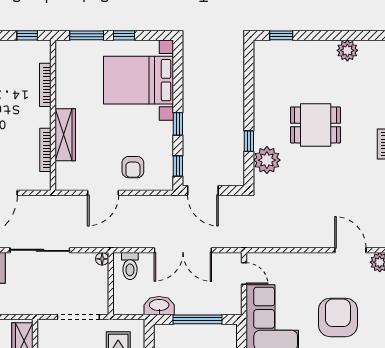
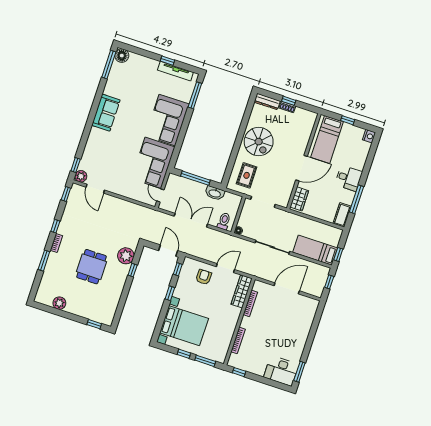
dining table: (316, 125) -> (92, 267), turned 90
wardrobe: (65, 135) -> (242, 291), moved
armchair: (338, 317) -> (115, 153), removed

